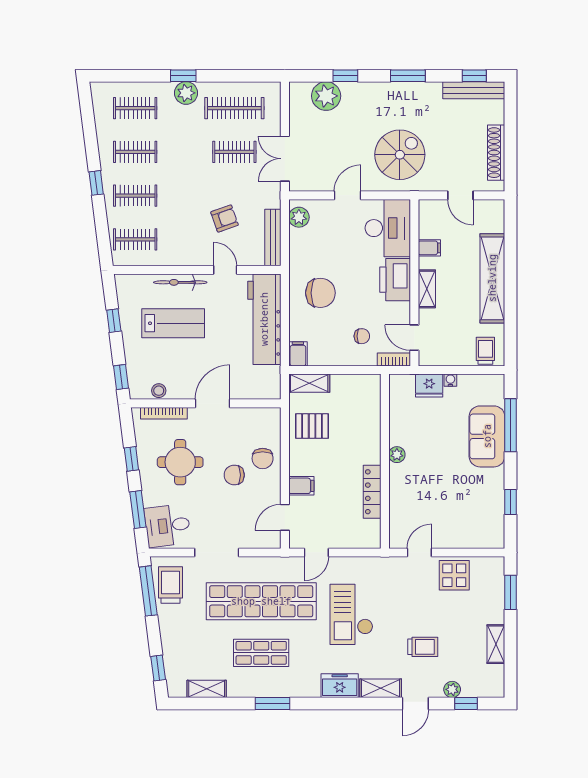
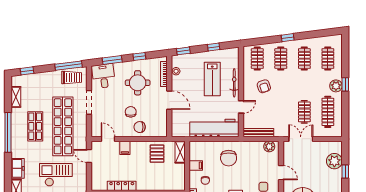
armchair: (225, 218) -> (264, 86), moved
filing cabinet: (298, 354) -> (196, 165), moved
window: (273, 704) -> (8, 132), width x2.11

